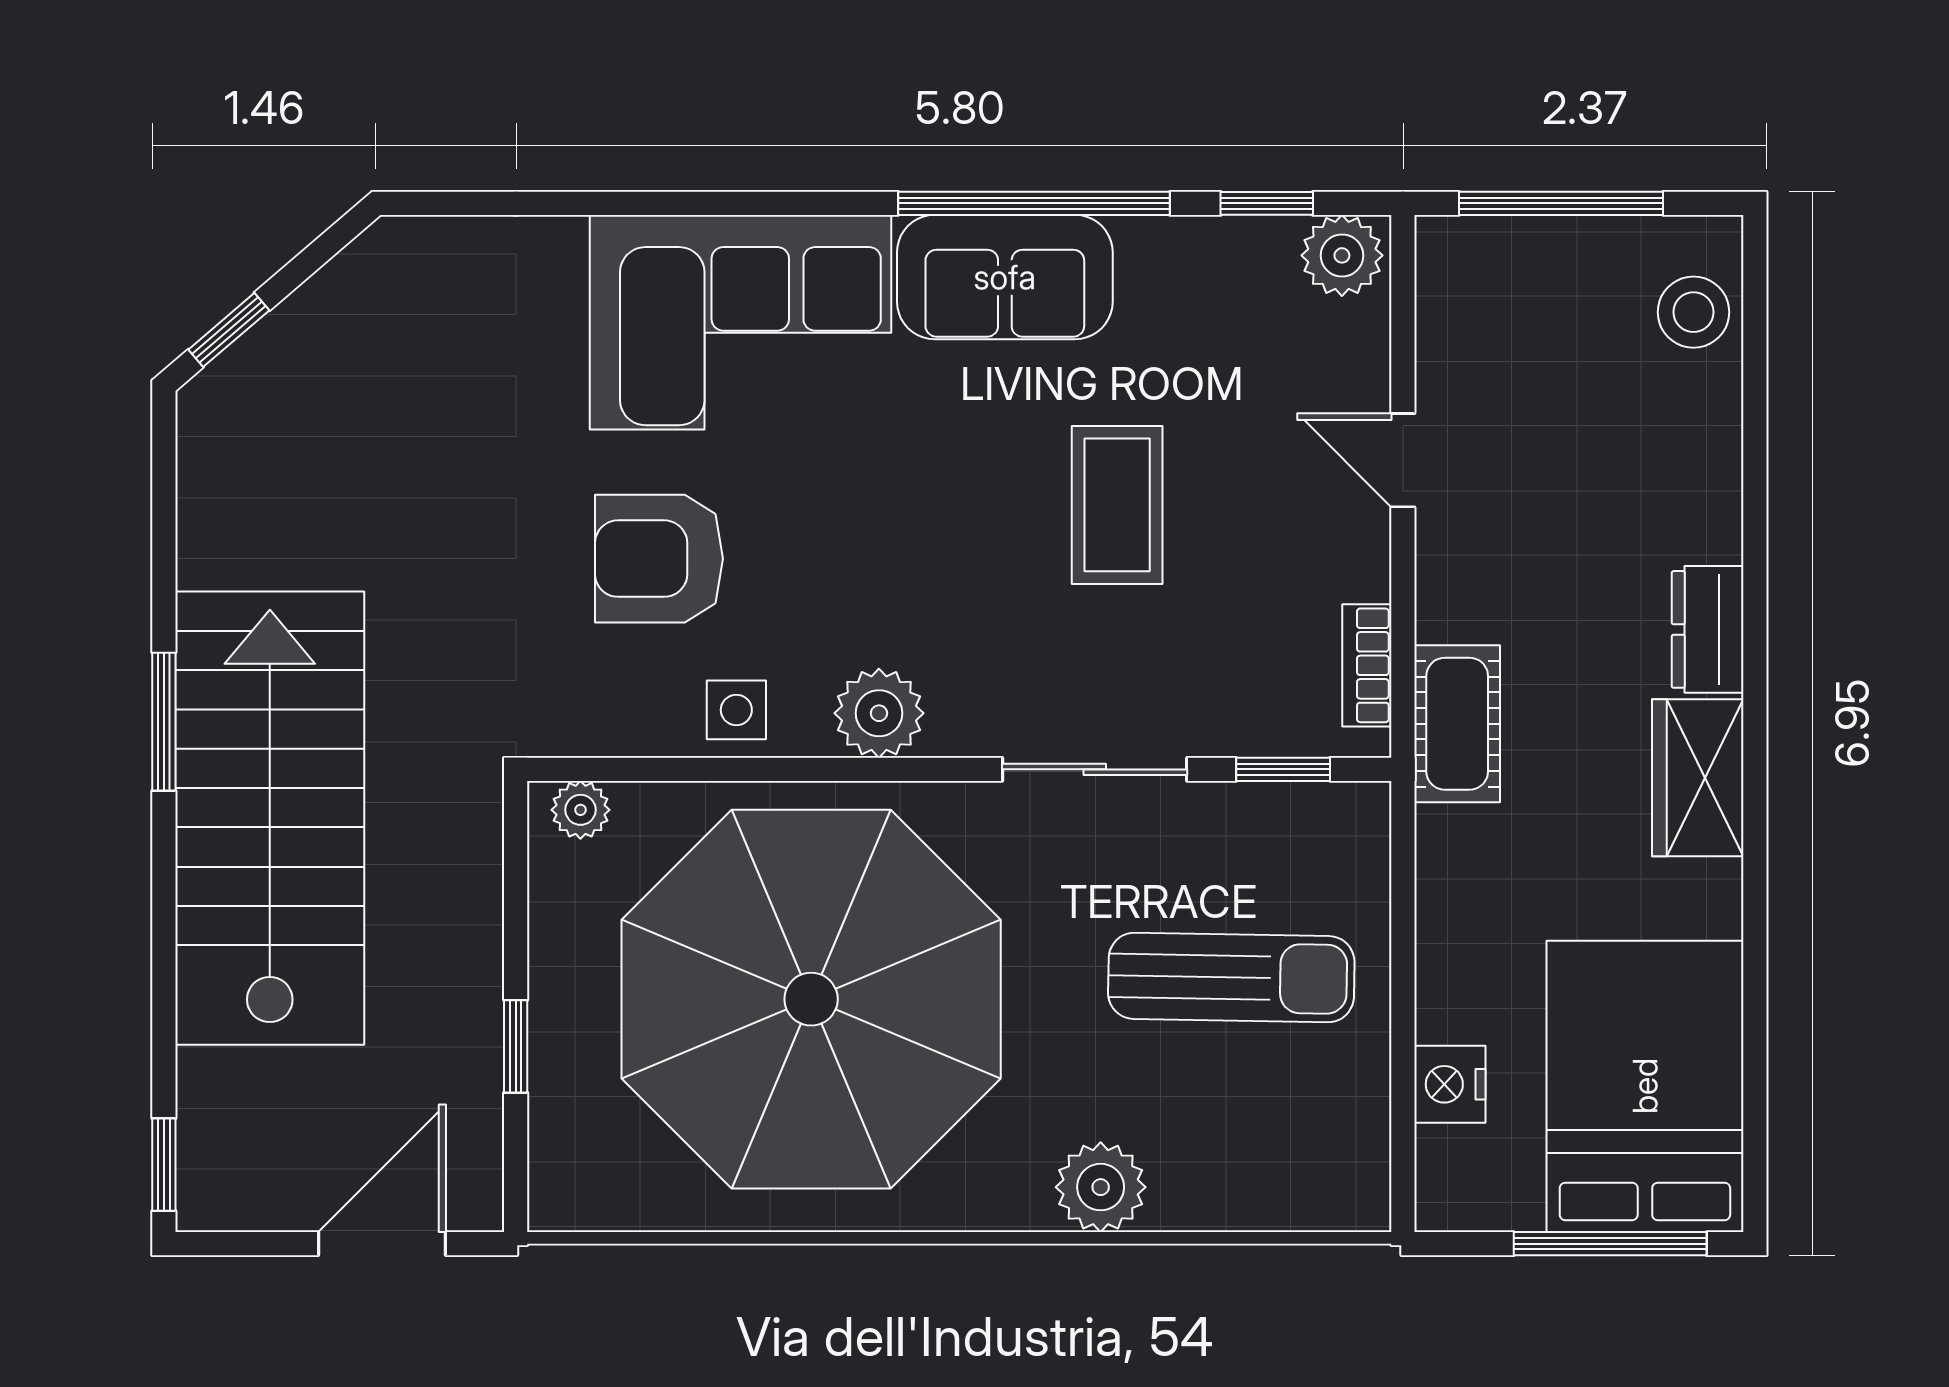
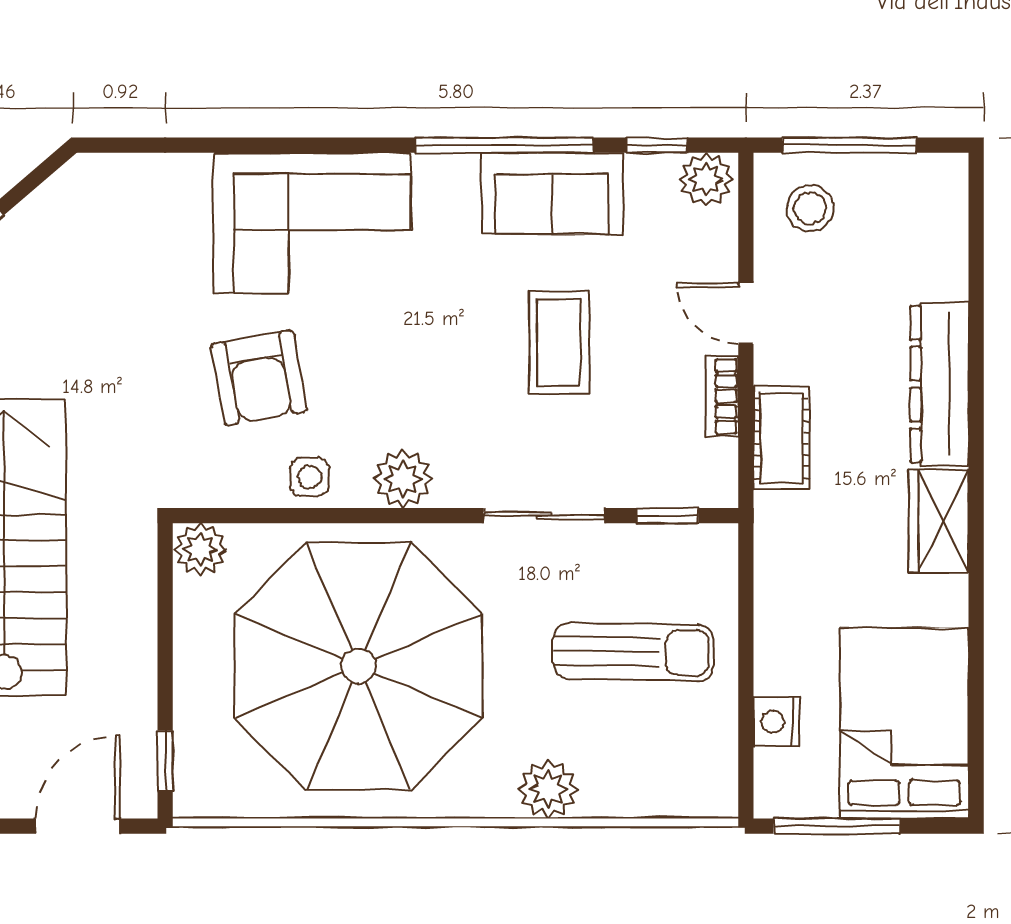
sofa: (1005, 277) -> (552, 193), moved
stool: (1693, 312) -> (810, 208), moved
armchair: (659, 559) -> (259, 378), turned -100
dresser: (1708, 629) -> (939, 384), width x1.96, depth x1.24
bookcase: (1367, 665) -> (722, 396), moved
cot: (1457, 724) -> (781, 438), moved
plant: (580, 810) -> (200, 549), width x1.38, depth x1.38
window: (516, 1046) -> (165, 761), moved
window: (1610, 1244) -> (837, 826), moved

